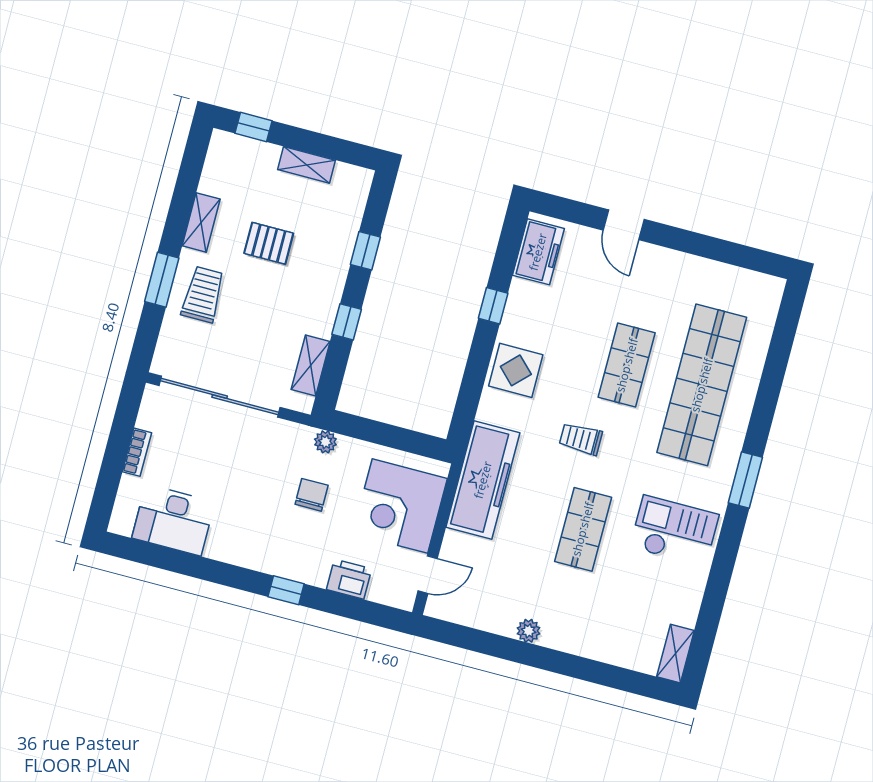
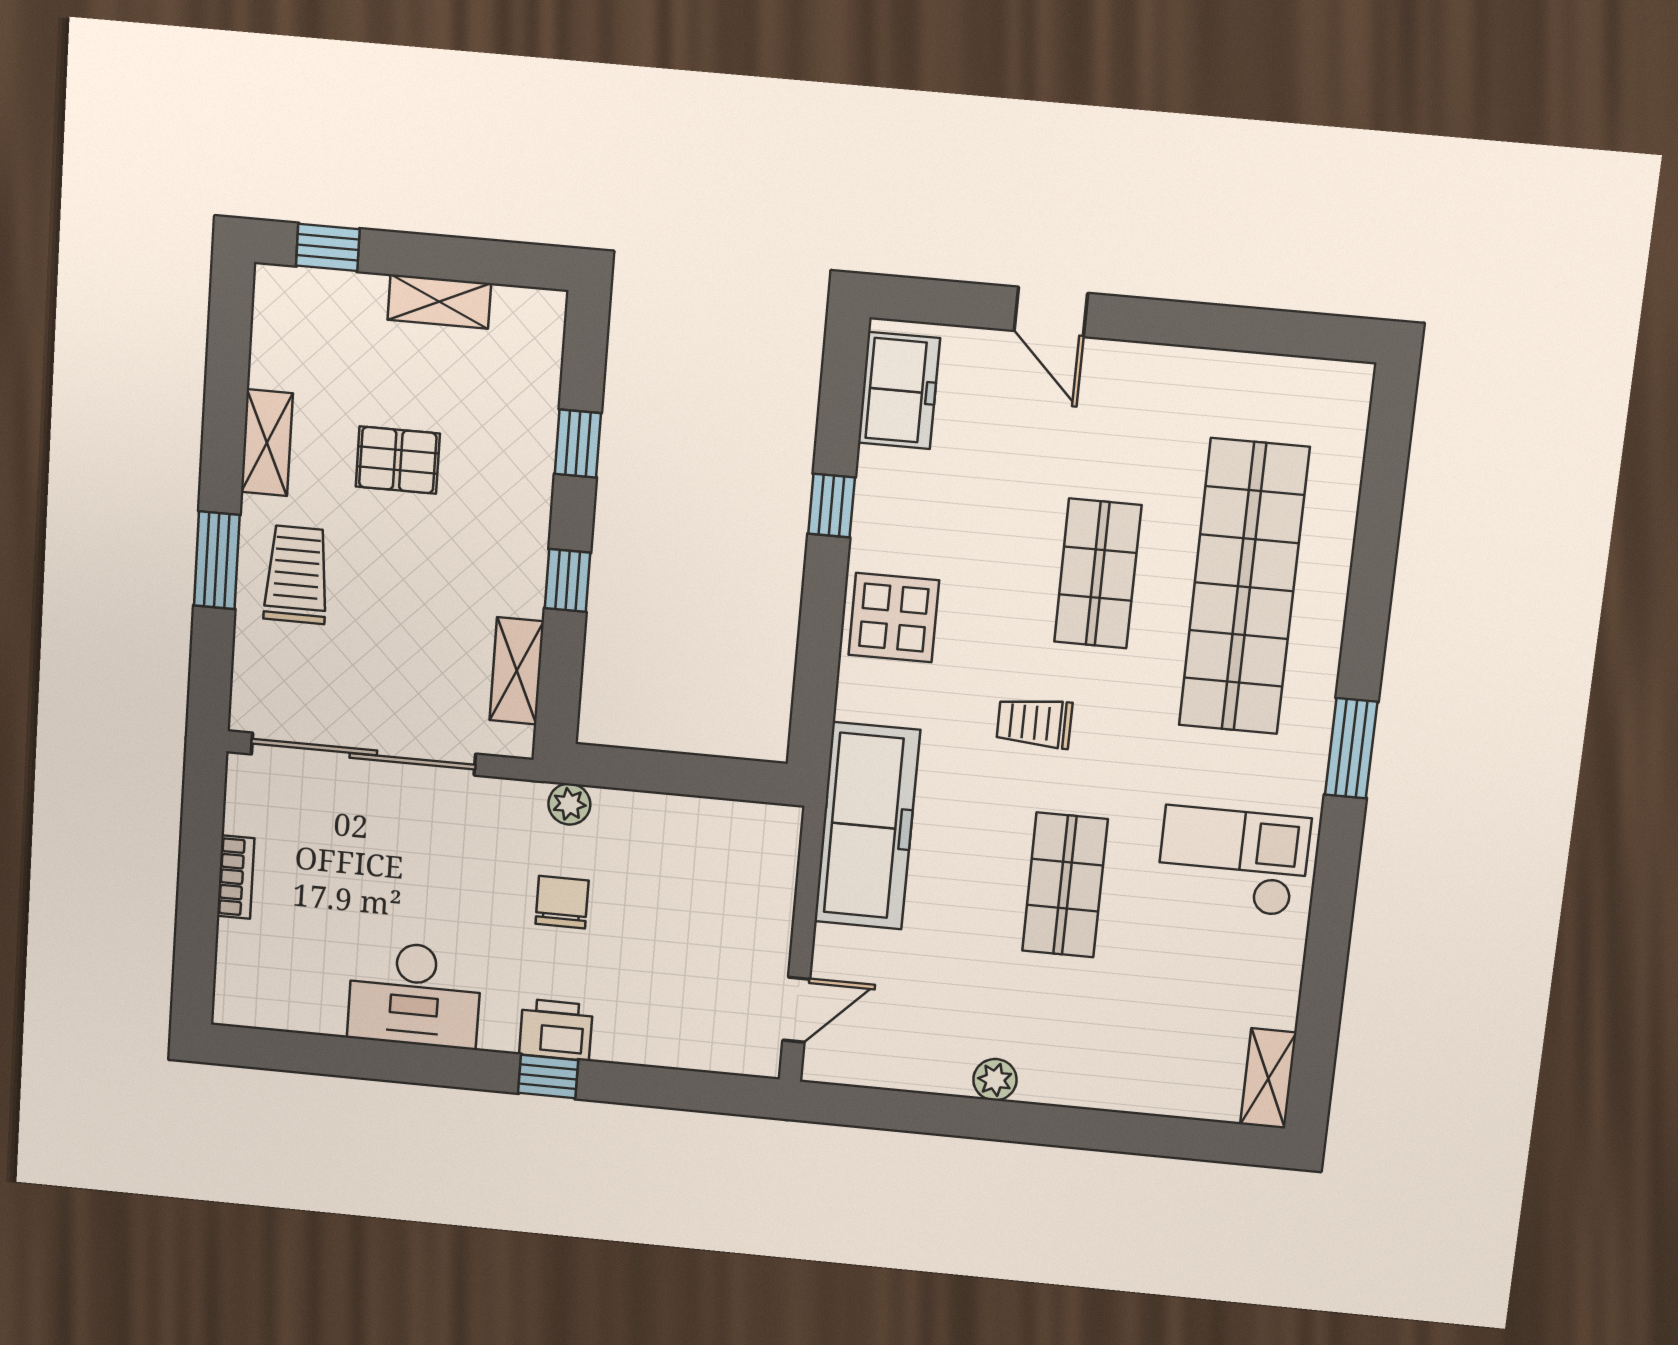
corner desk: (400, 506) -> (725, 897), removed
desk: (173, 520) -> (414, 995), moved
printer: (349, 579) -> (556, 1030), moved

